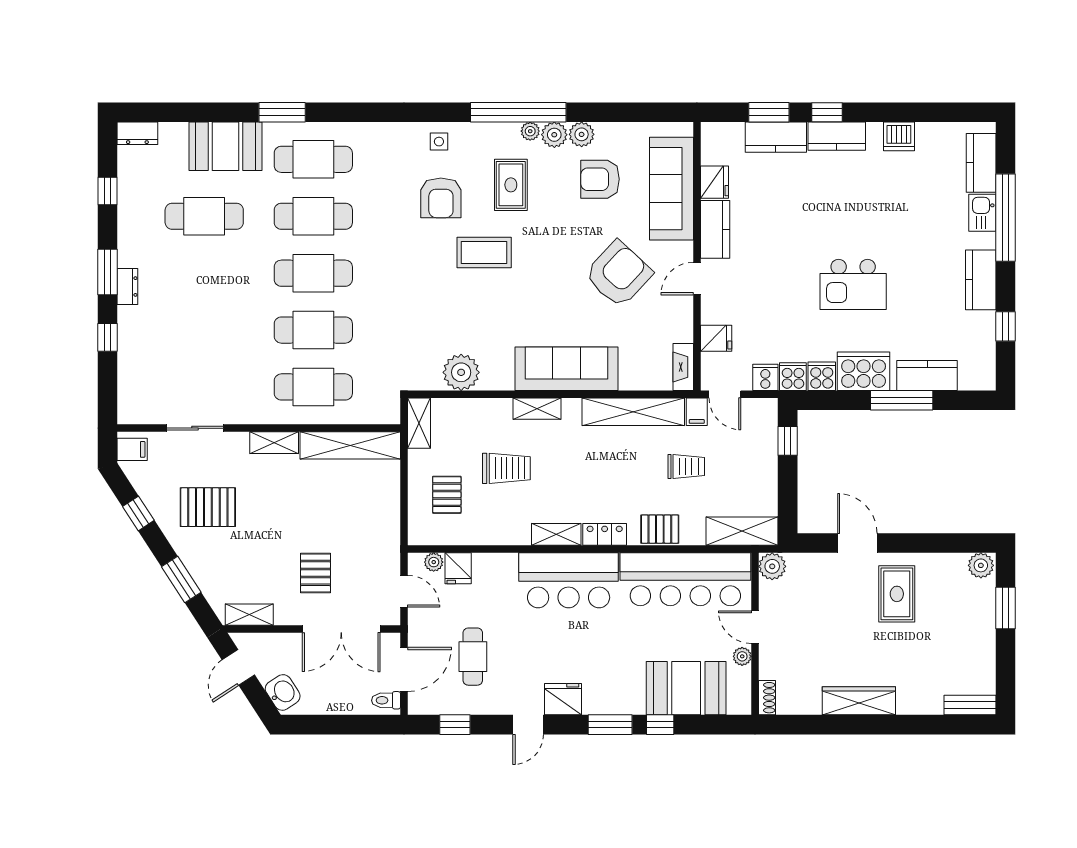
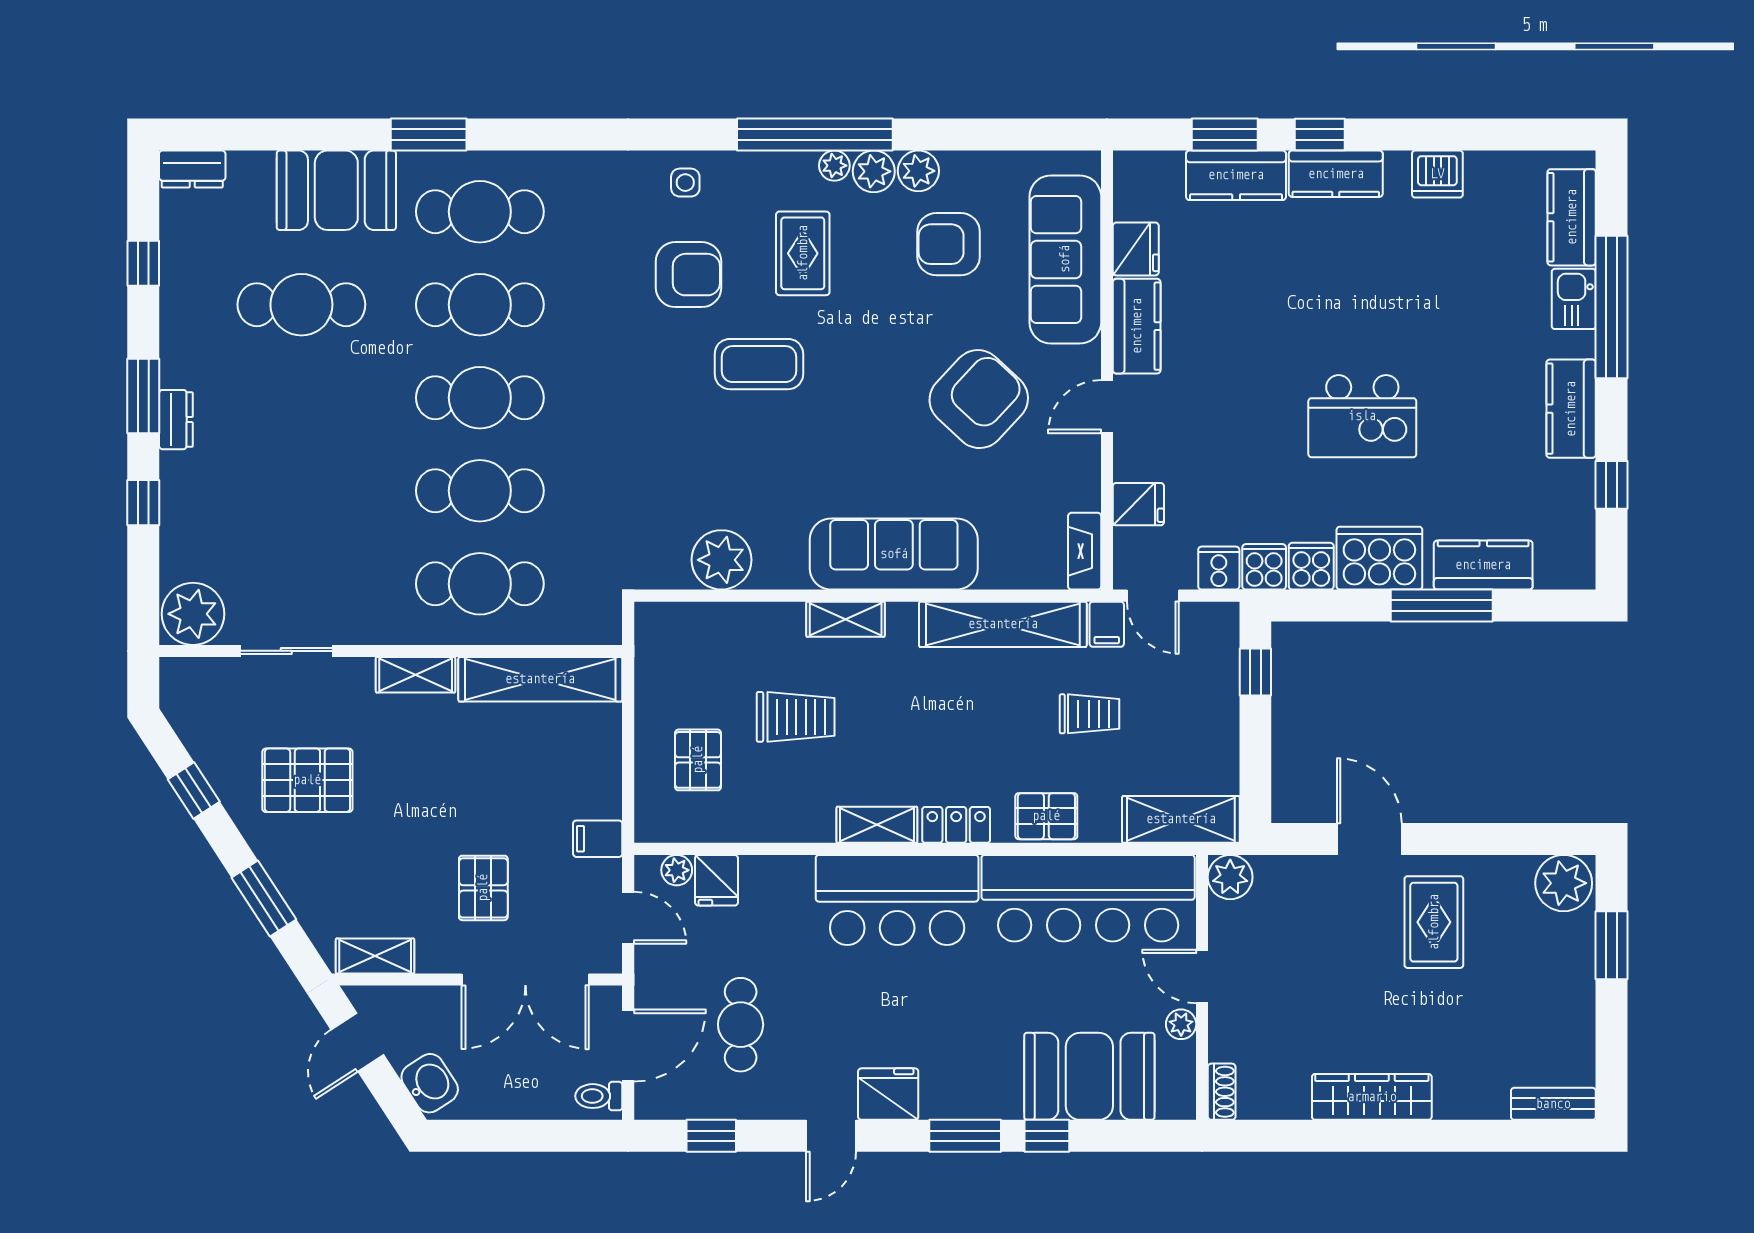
armchair: (441, 198) -> (689, 275), turned -90
plant: (138, 405) -> (193, 614), added
shelving: (419, 423) -> (653, 643), removed
filing cabinet: (132, 449) -> (598, 839), moved, turned 180
plant: (981, 565) -> (1564, 883), width x1.36, depth x1.36

